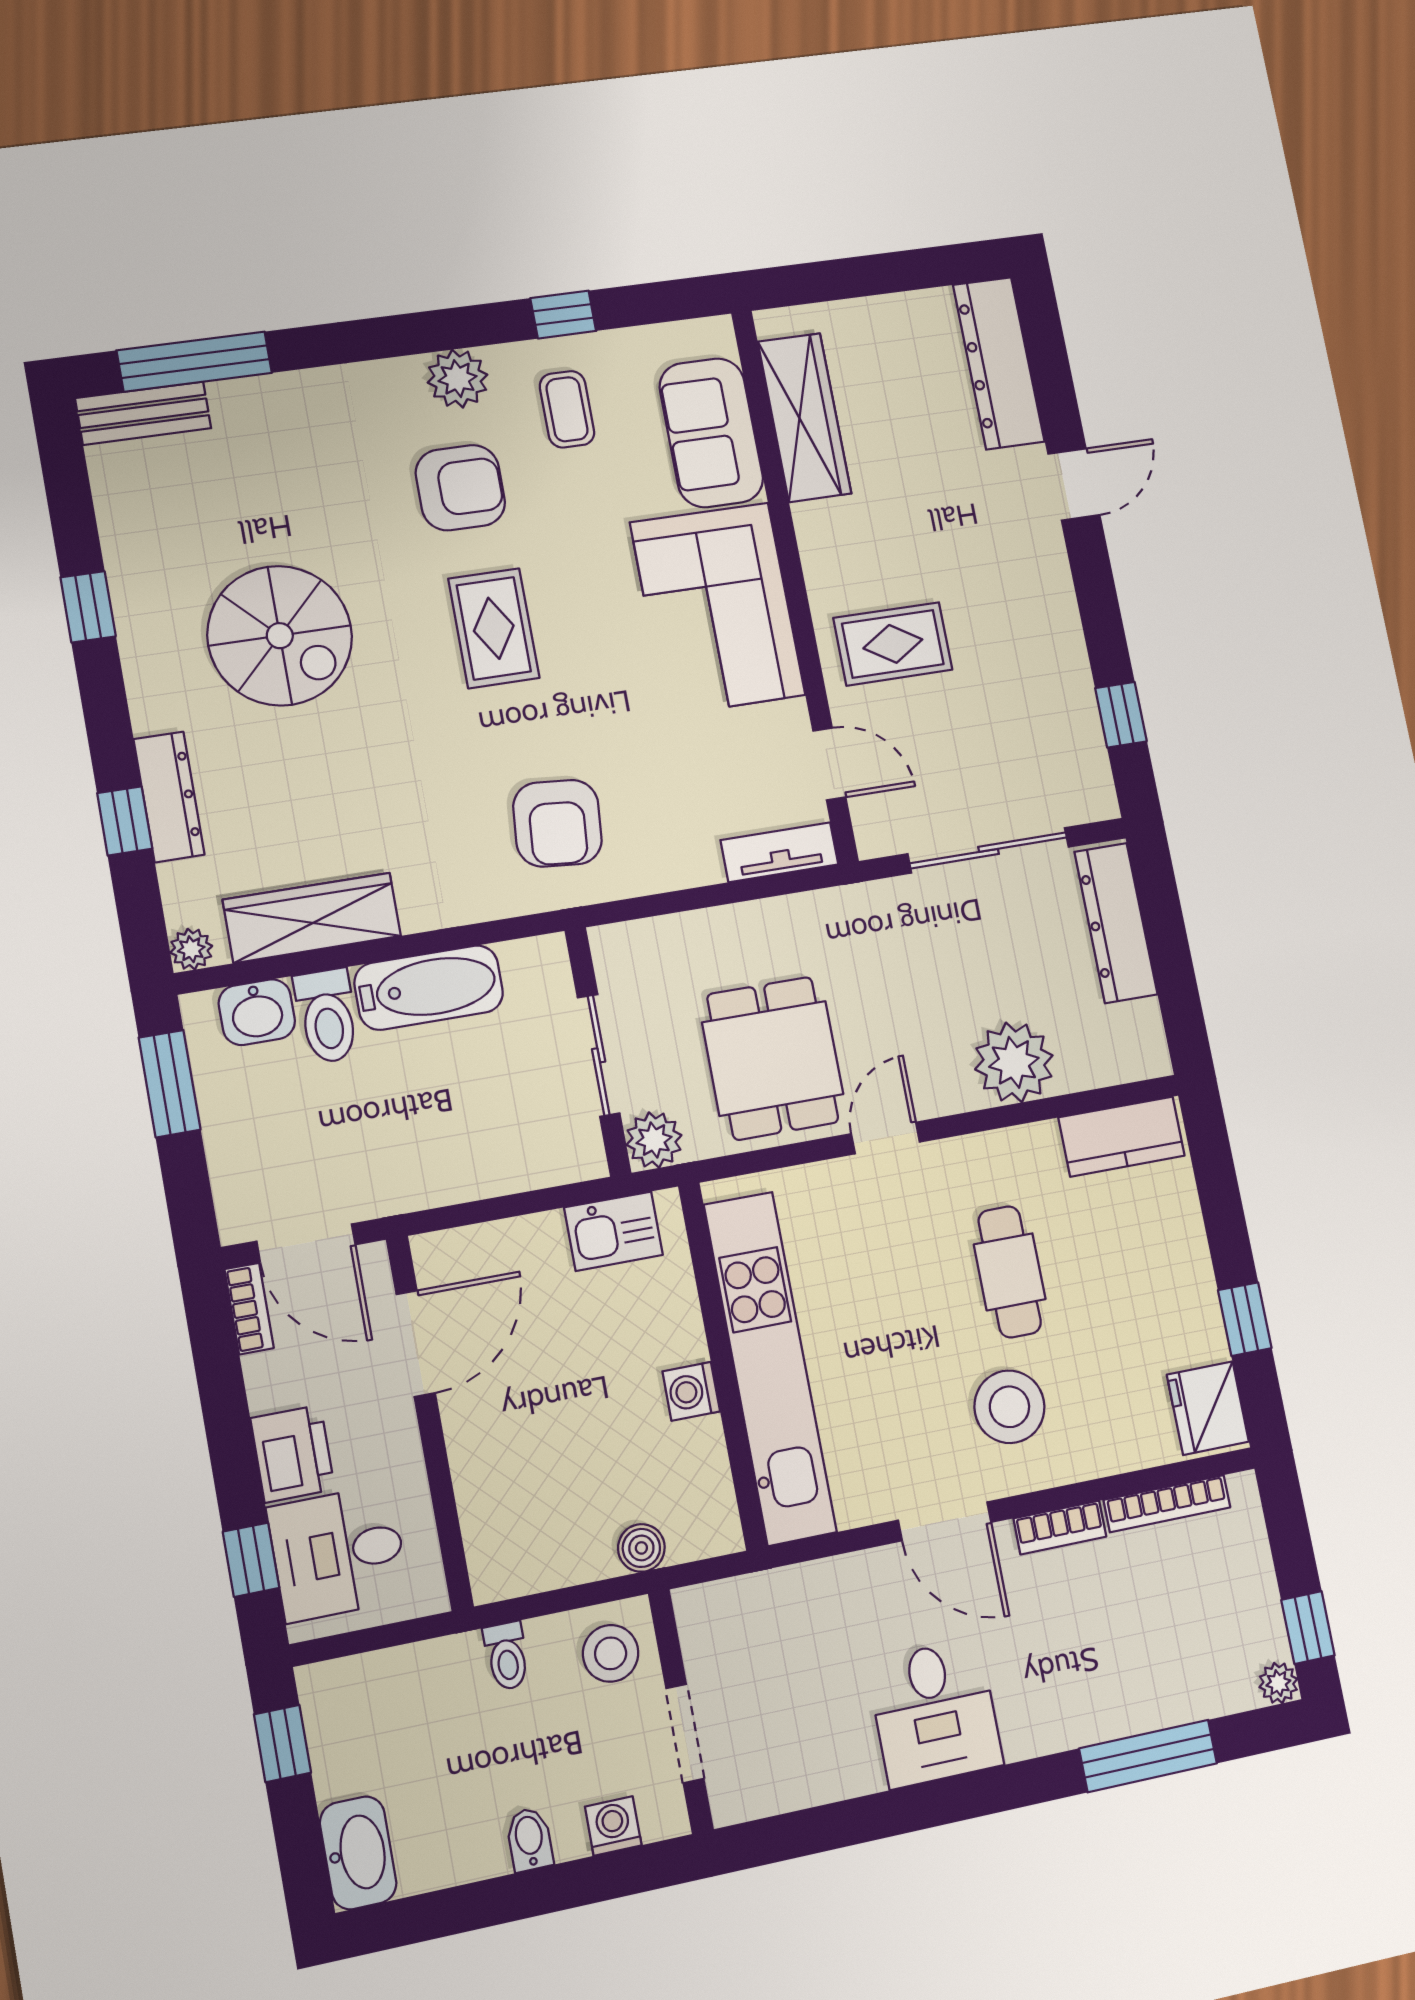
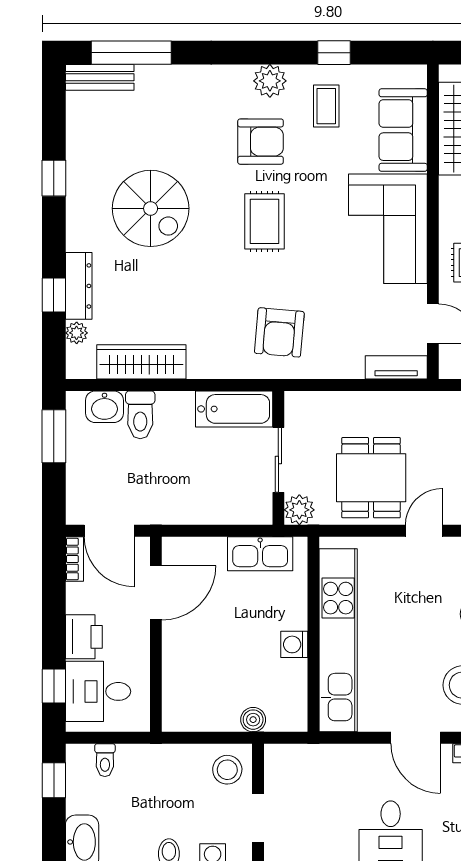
plant: (191, 949) -> (77, 333), moved
bathtub: (429, 988) -> (234, 409), moved
kitchen sink: (613, 1231) -> (260, 554), width x1.38
toilet: (507, 1656) -> (105, 760), moved

